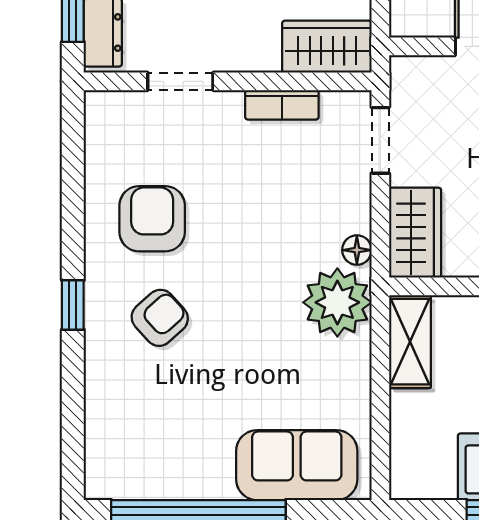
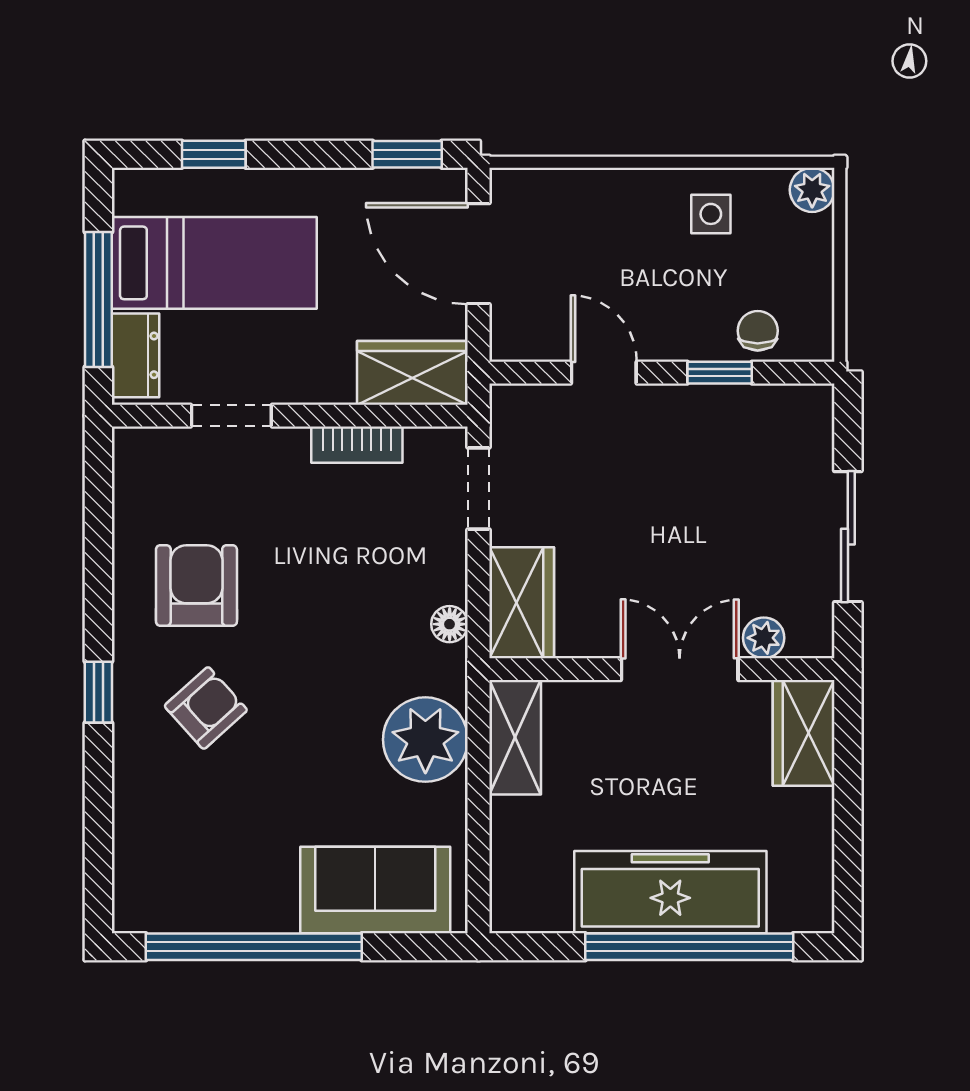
plant: (337, 302) -> (425, 740), moved

